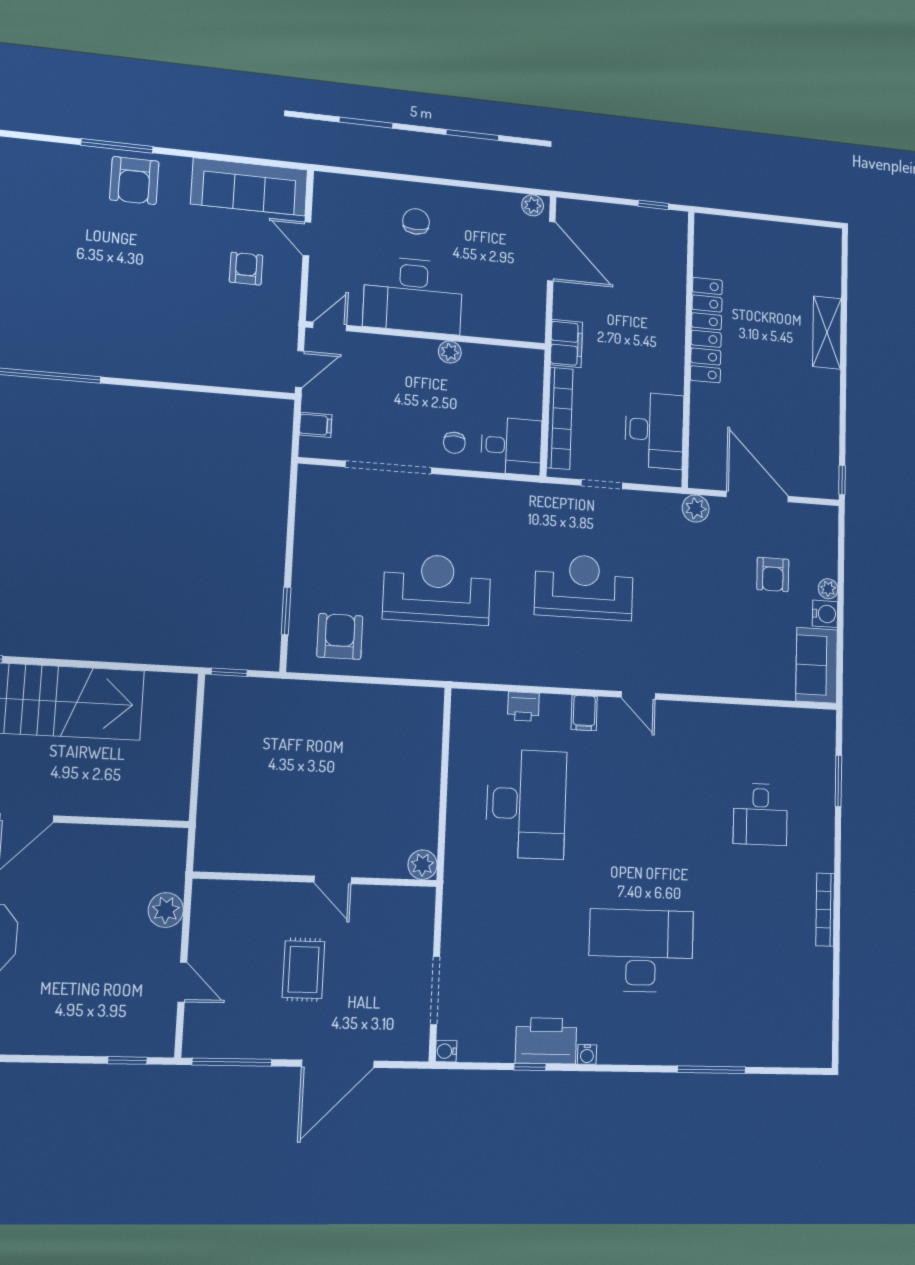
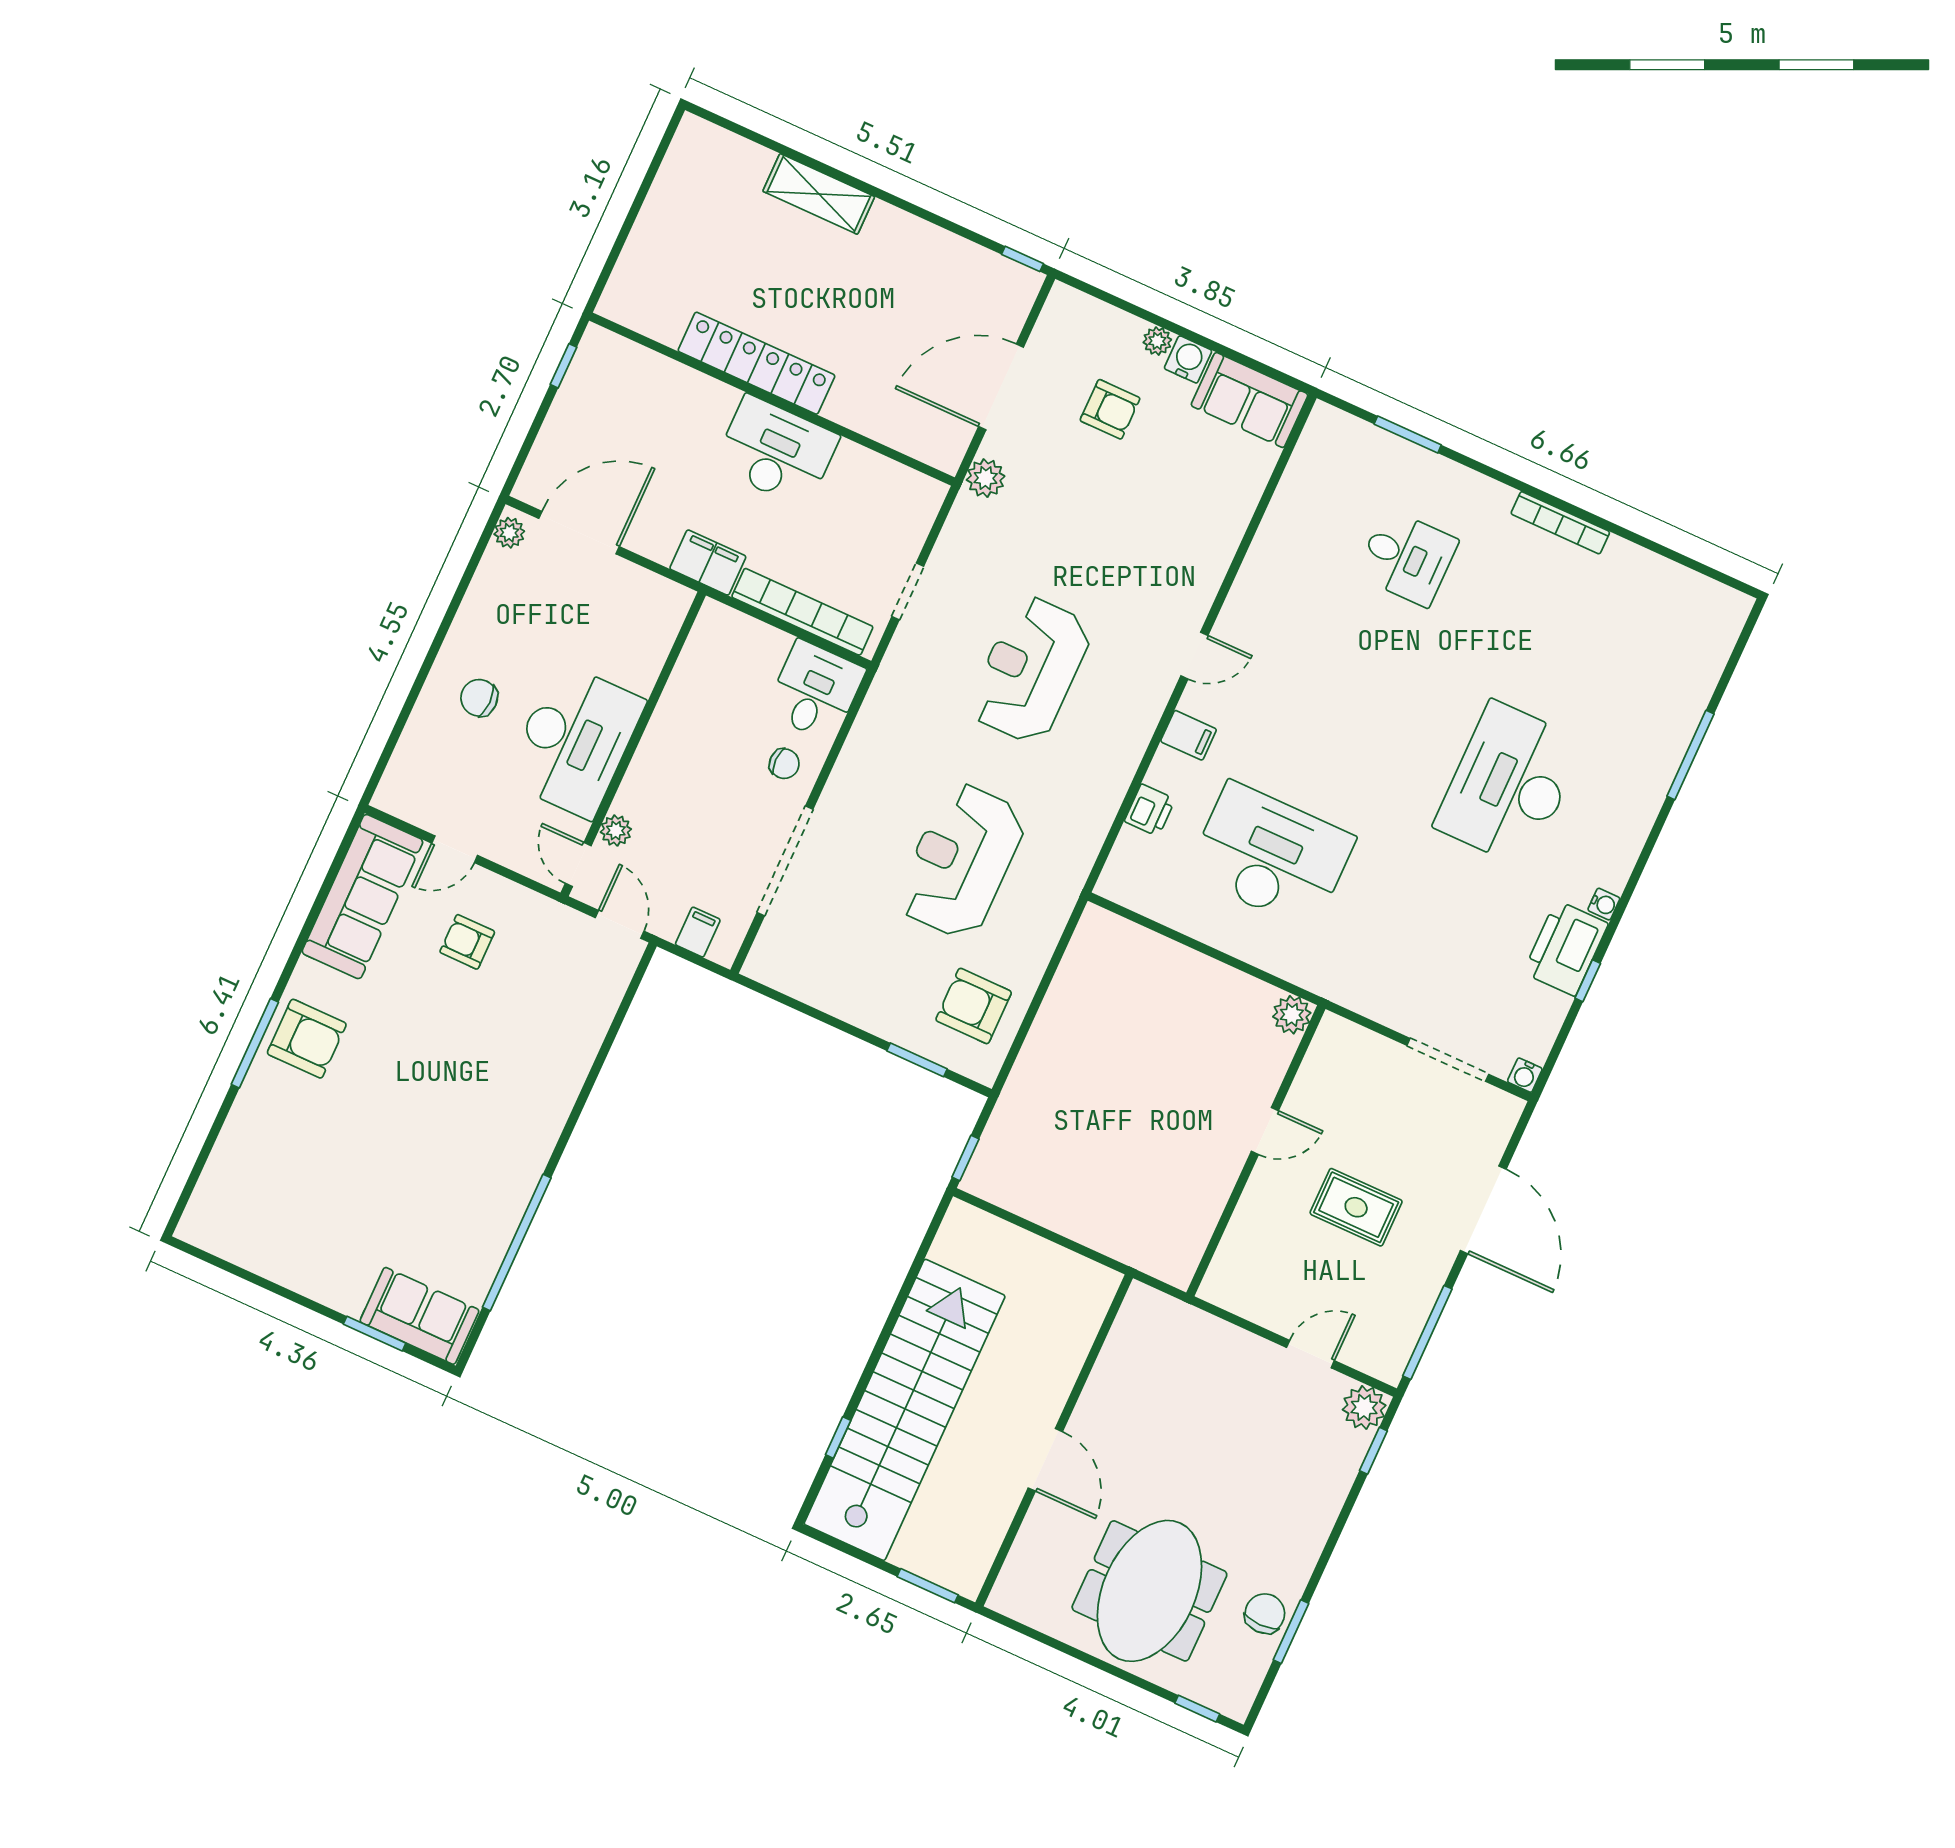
plant: (450, 352) -> (616, 831), moved
desk: (654, 430) -> (776, 451), moved
plant: (166, 910) -> (1364, 1408), moved

